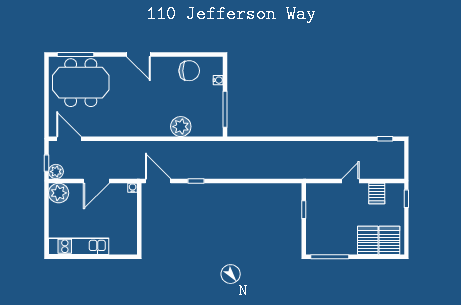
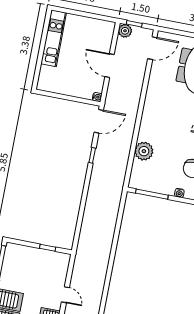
plant: (59, 193) -> (105, 29), removed

